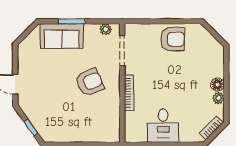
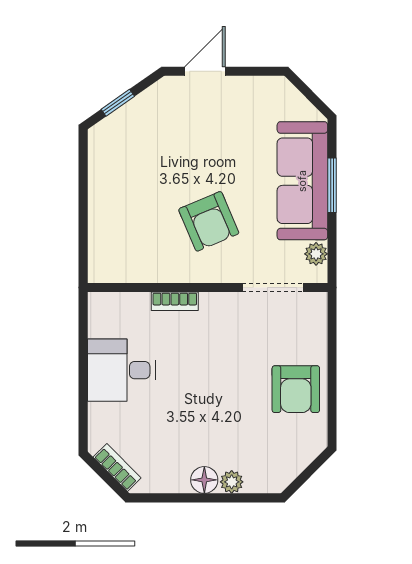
sofa: (62, 36) -> (302, 181), width x1.36
bookcase: (129, 93) -> (175, 301), width x0.64
plant: (218, 98) -> (232, 482), moved

